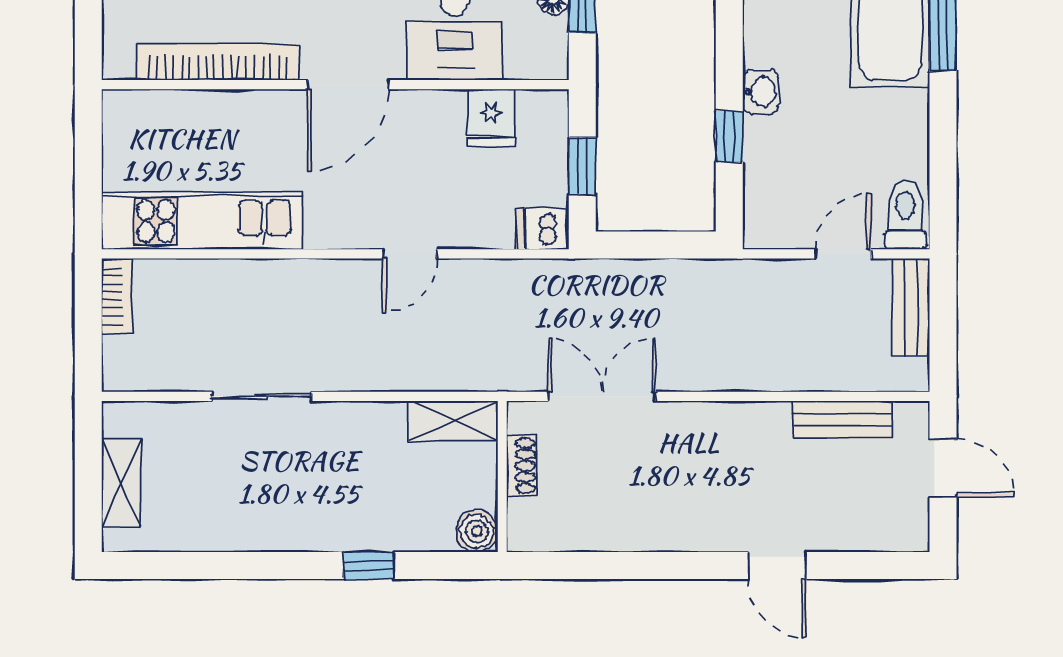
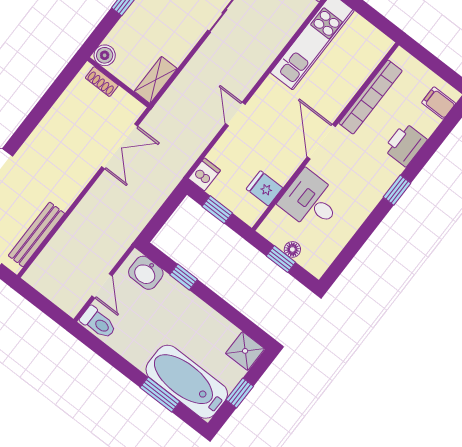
washbasin: (761, 92) -> (146, 273), moved, width x1.38, depth x1.45
bench: (911, 307) -> (60, 296), removed
bench: (842, 420) -> (36, 235), width x1.36
shoe rack: (522, 466) -> (102, 82), moved

